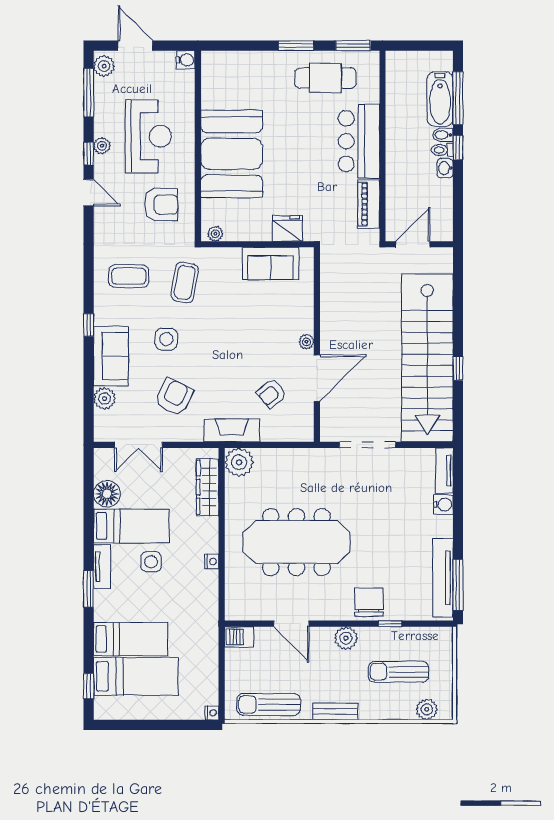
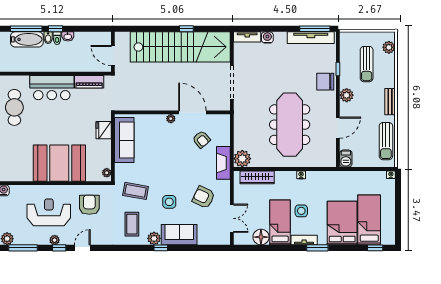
sofa: (270, 263) -> (124, 140), width x1.36
plant: (105, 399) -> (154, 238), moved
bed: (131, 639) -> (342, 223), width x1.50

